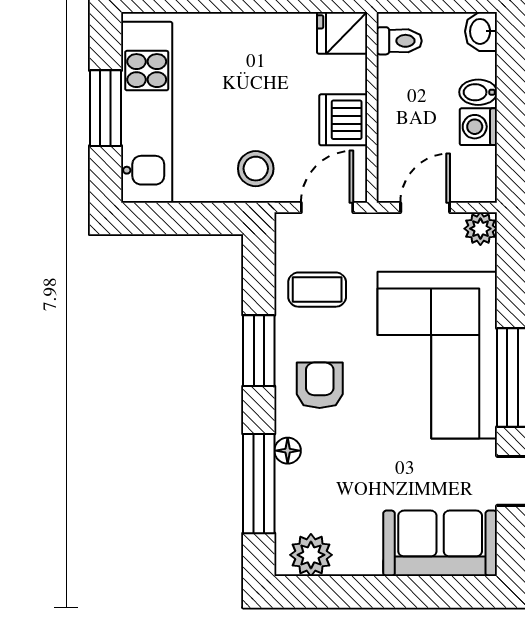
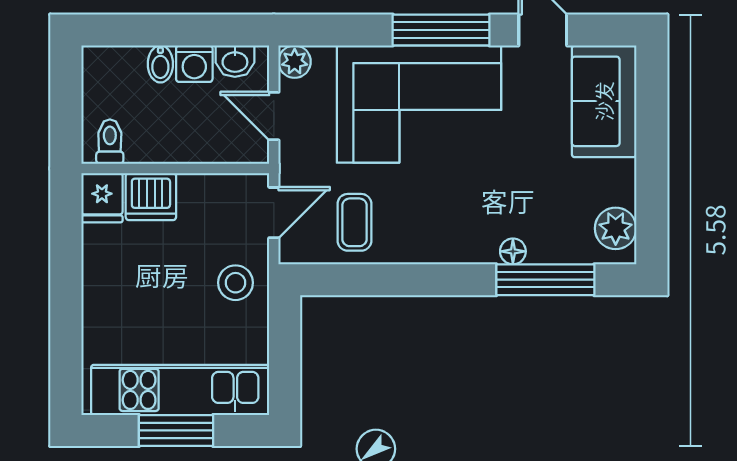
washbasin: (481, 31) -> (235, 61), moved
dishwasher: (343, 120) -> (151, 197), moved
door: (327, 207) -> (274, 213), swing flipped
window: (259, 351) -> (415, 280), removed
armchair: (320, 385) -> (449, 220), removed

